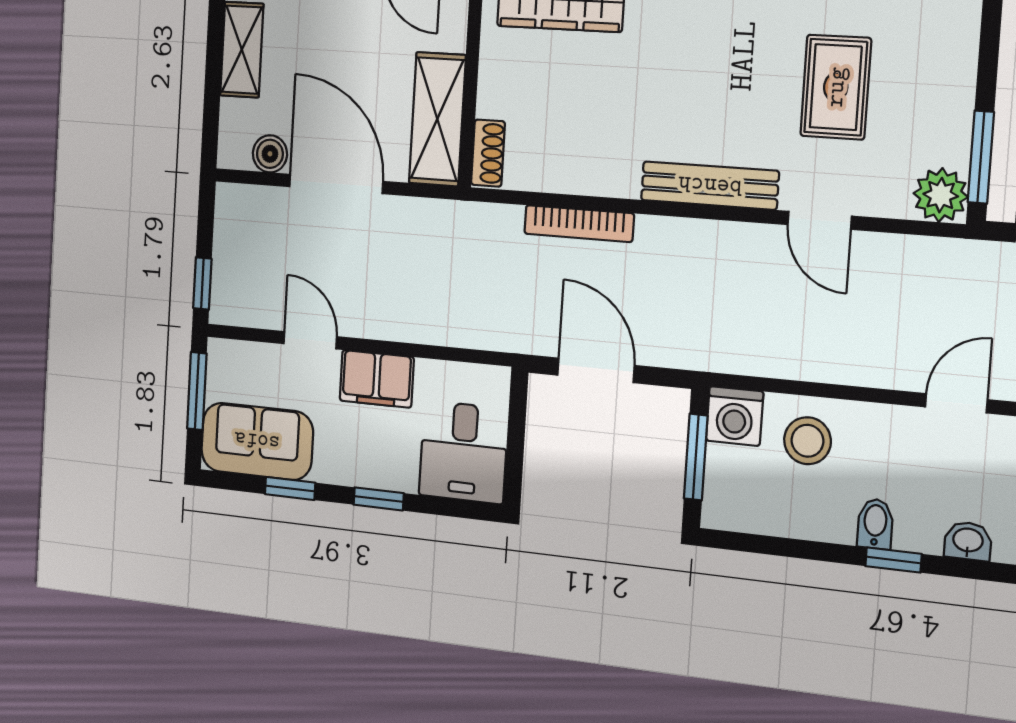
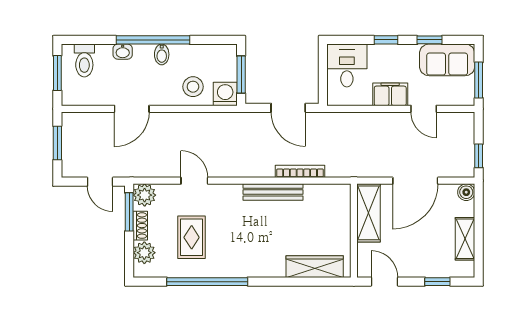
plant: (951, 56) -> (144, 253), added
shoe rack: (488, 153) -> (140, 226), moved, turned 180
boiler: (270, 154) -> (466, 192), moved
door: (336, 184) -> (415, 181), hinge flipped
bench: (710, 186) -> (273, 192), moved
window: (202, 284) -> (479, 156), moved
door: (956, 403) -> (132, 109), width x1.38
window: (893, 560) -> (153, 40), width x3.17

